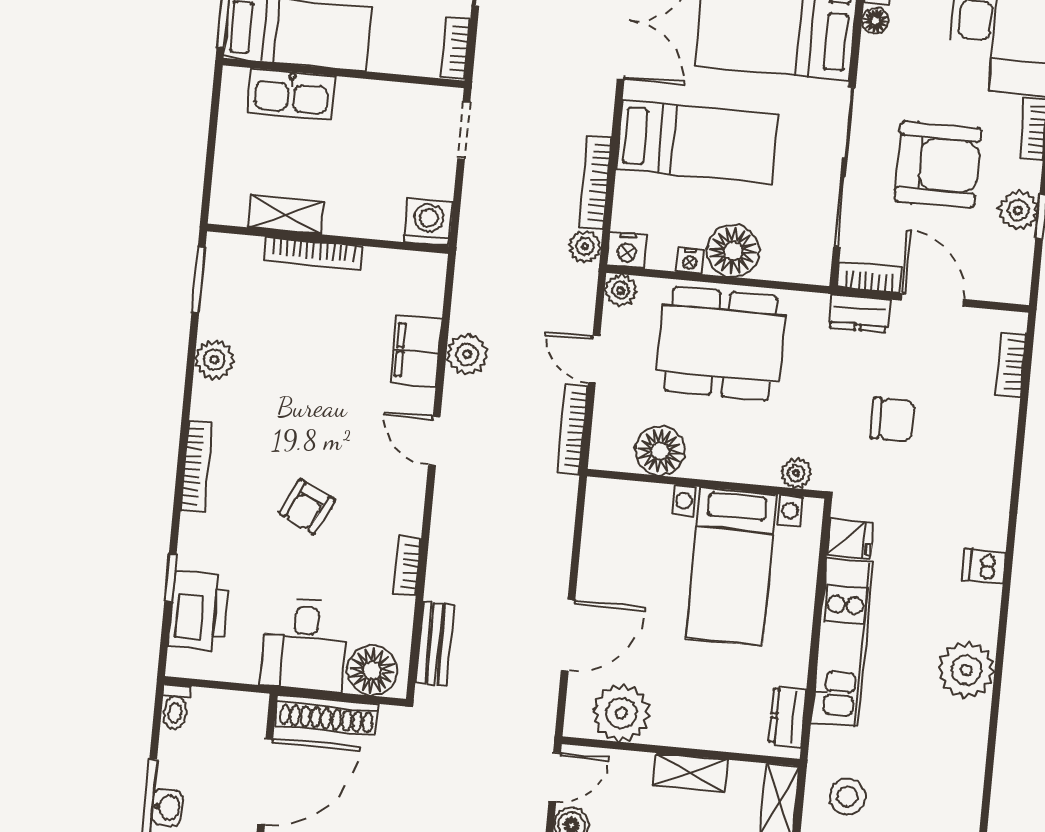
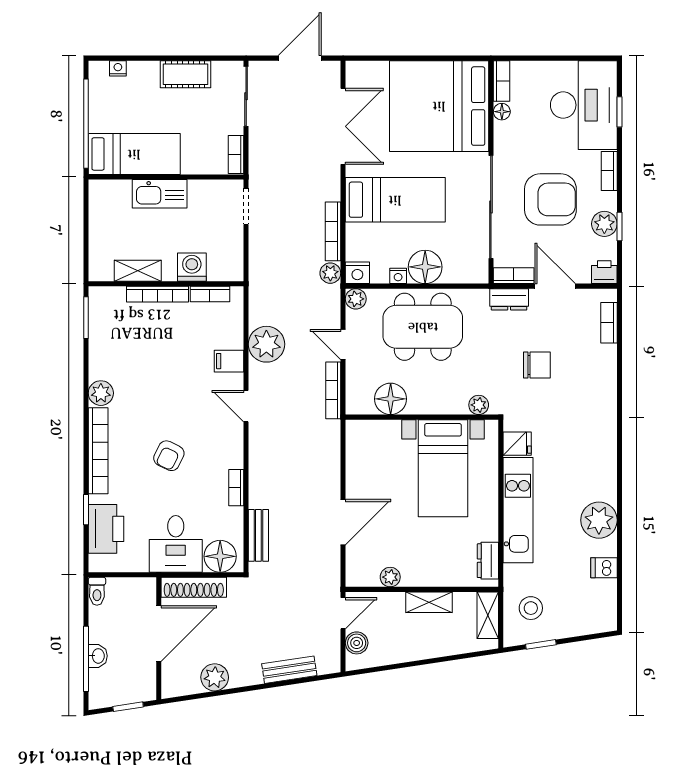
kitchen sink: (291, 94) -> (160, 194), moved
washing machine: (428, 222) -> (192, 267), moved
bookcase: (395, 261) -> (210, 294), added
printer: (1011, 285) -> (604, 272), added
filing cabinet: (416, 351) -> (229, 361), width x0.50
plant: (467, 354) -> (266, 344), width x1.36, depth x1.36
plant: (214, 360) -> (101, 393), moved
bookcase: (196, 466) -> (98, 451), width x1.48, depth x1.31
dishwasher: (984, 566) -> (604, 568), moved
plant: (621, 713) -> (390, 577), width x0.53, depth x0.53

